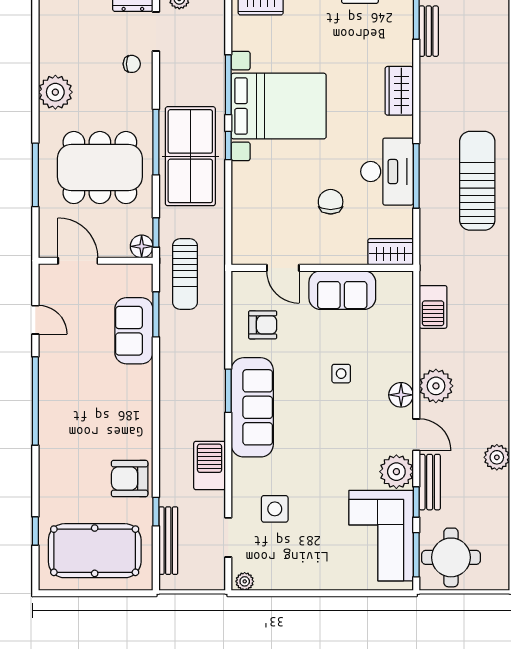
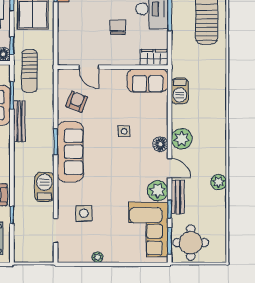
sofa: (342, 290) -> (148, 81), moved
armchair: (263, 325) -> (77, 102), turned -69
bench: (168, 541) -> (19, 121), moved
plant: (245, 581) -> (98, 257), moved

